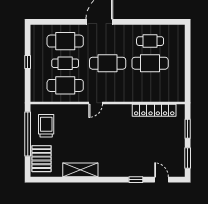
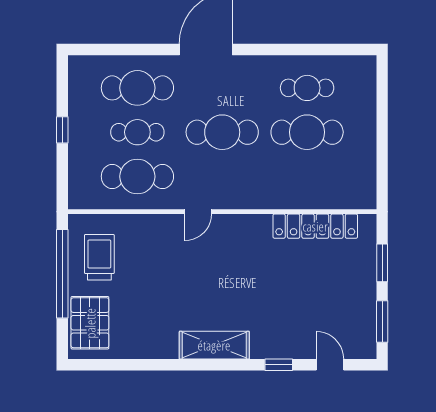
shelving: (80, 170) -> (214, 345), moved

